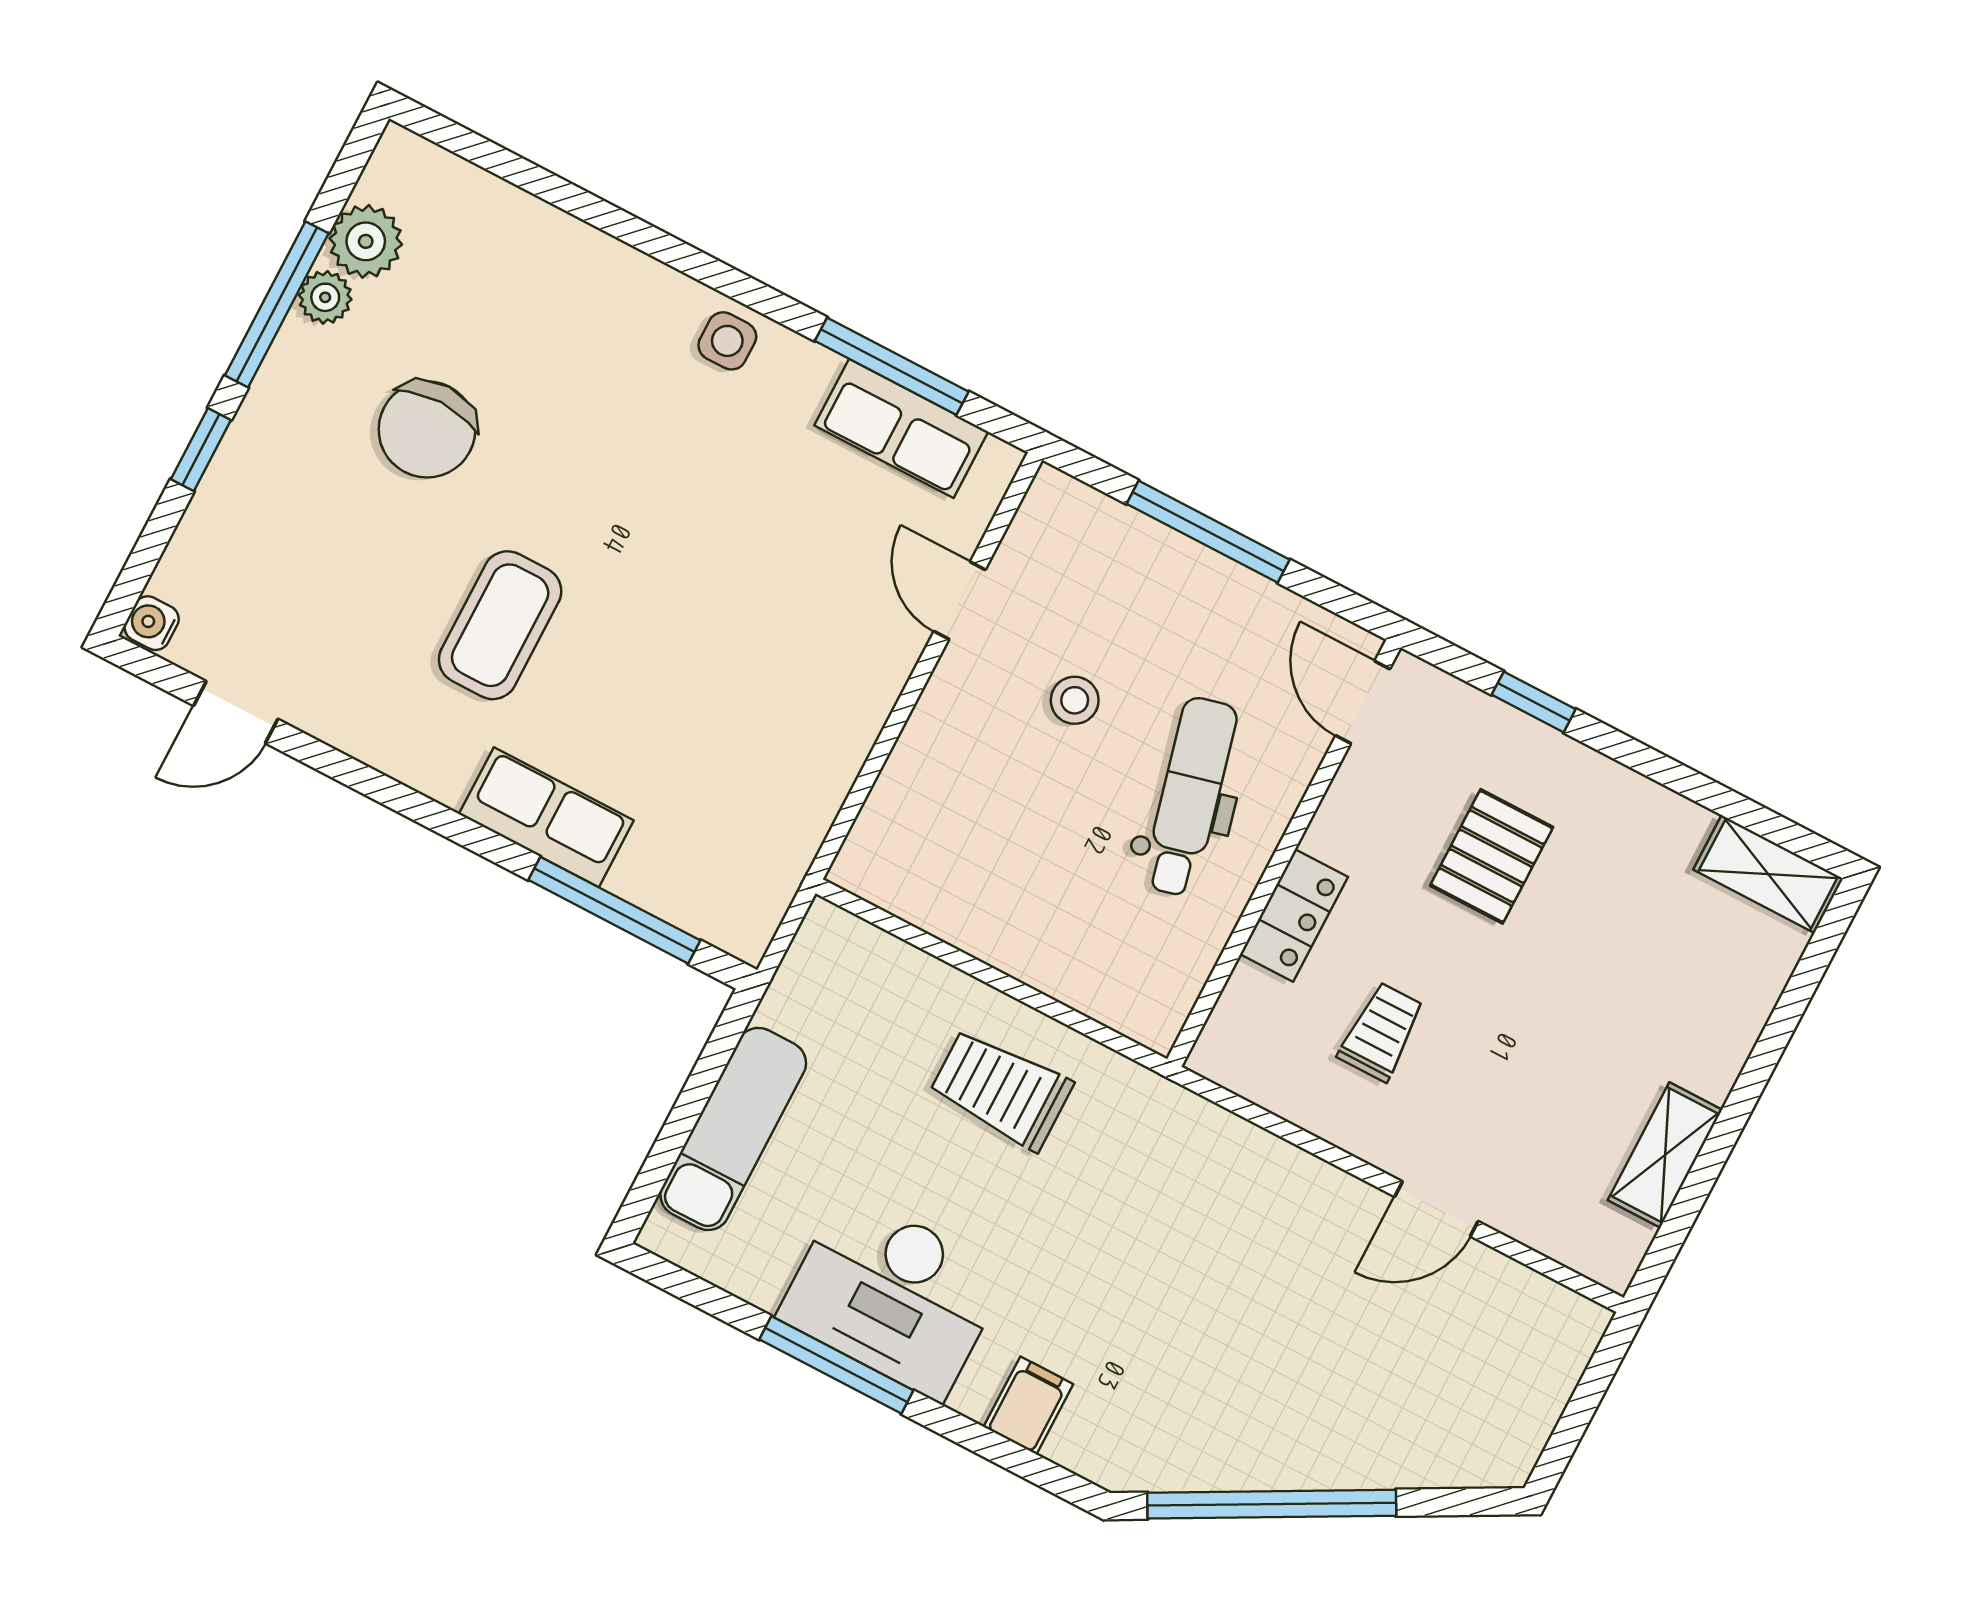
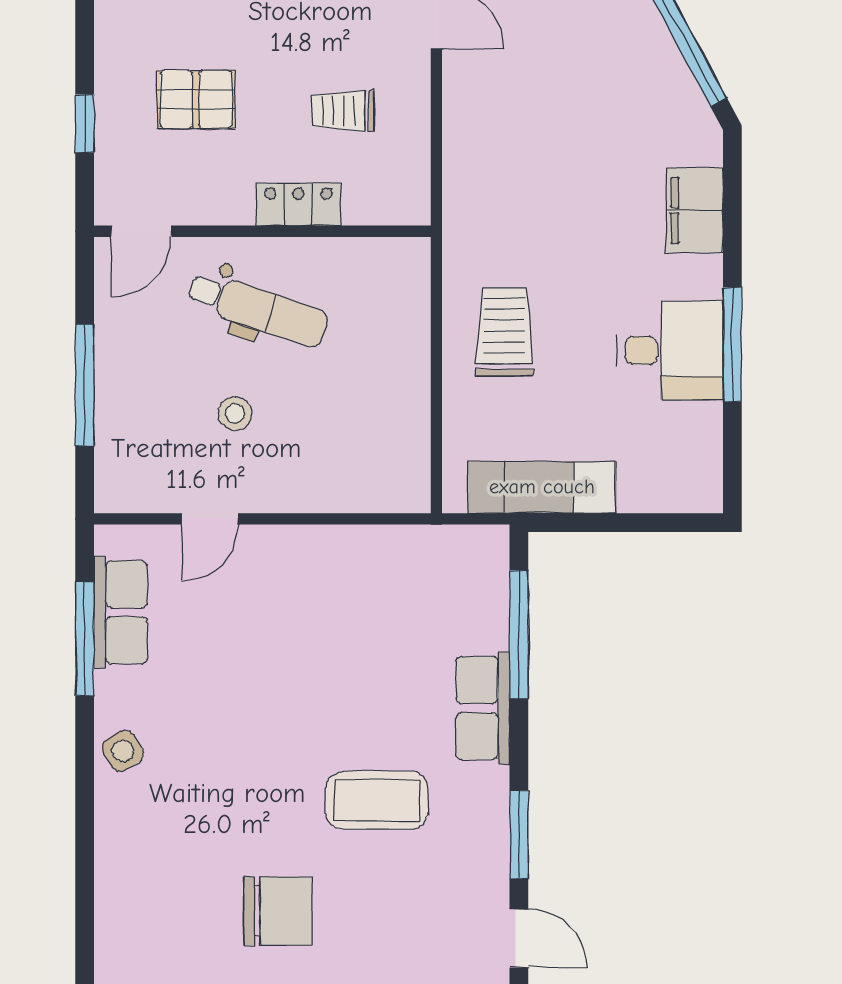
side table: (727, 341) -> (123, 751), turned -32
window: (365, 780) -> (519, 835), added
dental chair: (1190, 797) -> (258, 309), turned -147
trolley: (1001, 1089) -> (504, 332), turned 180
exam couch: (733, 1129) -> (542, 487), moved
desk: (893, 1295) -> (670, 350), width x0.73
filing cabinet: (1028, 1406) -> (695, 210), width x2.00

